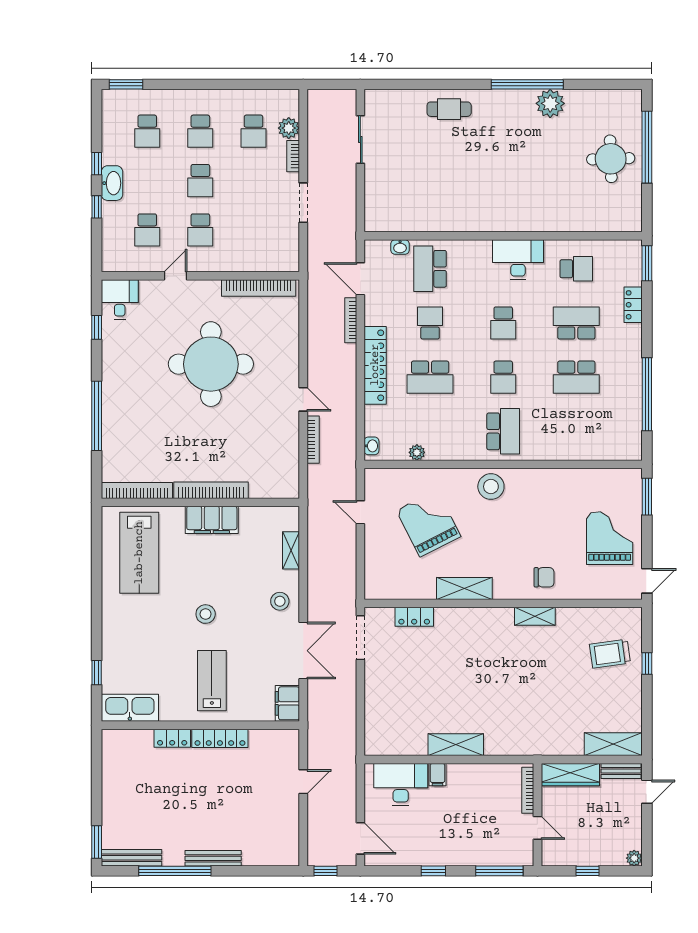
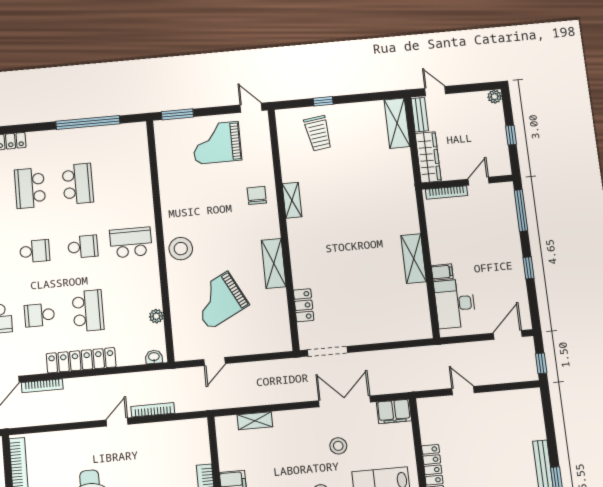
stool: (280, 601) -> (338, 446), moved

